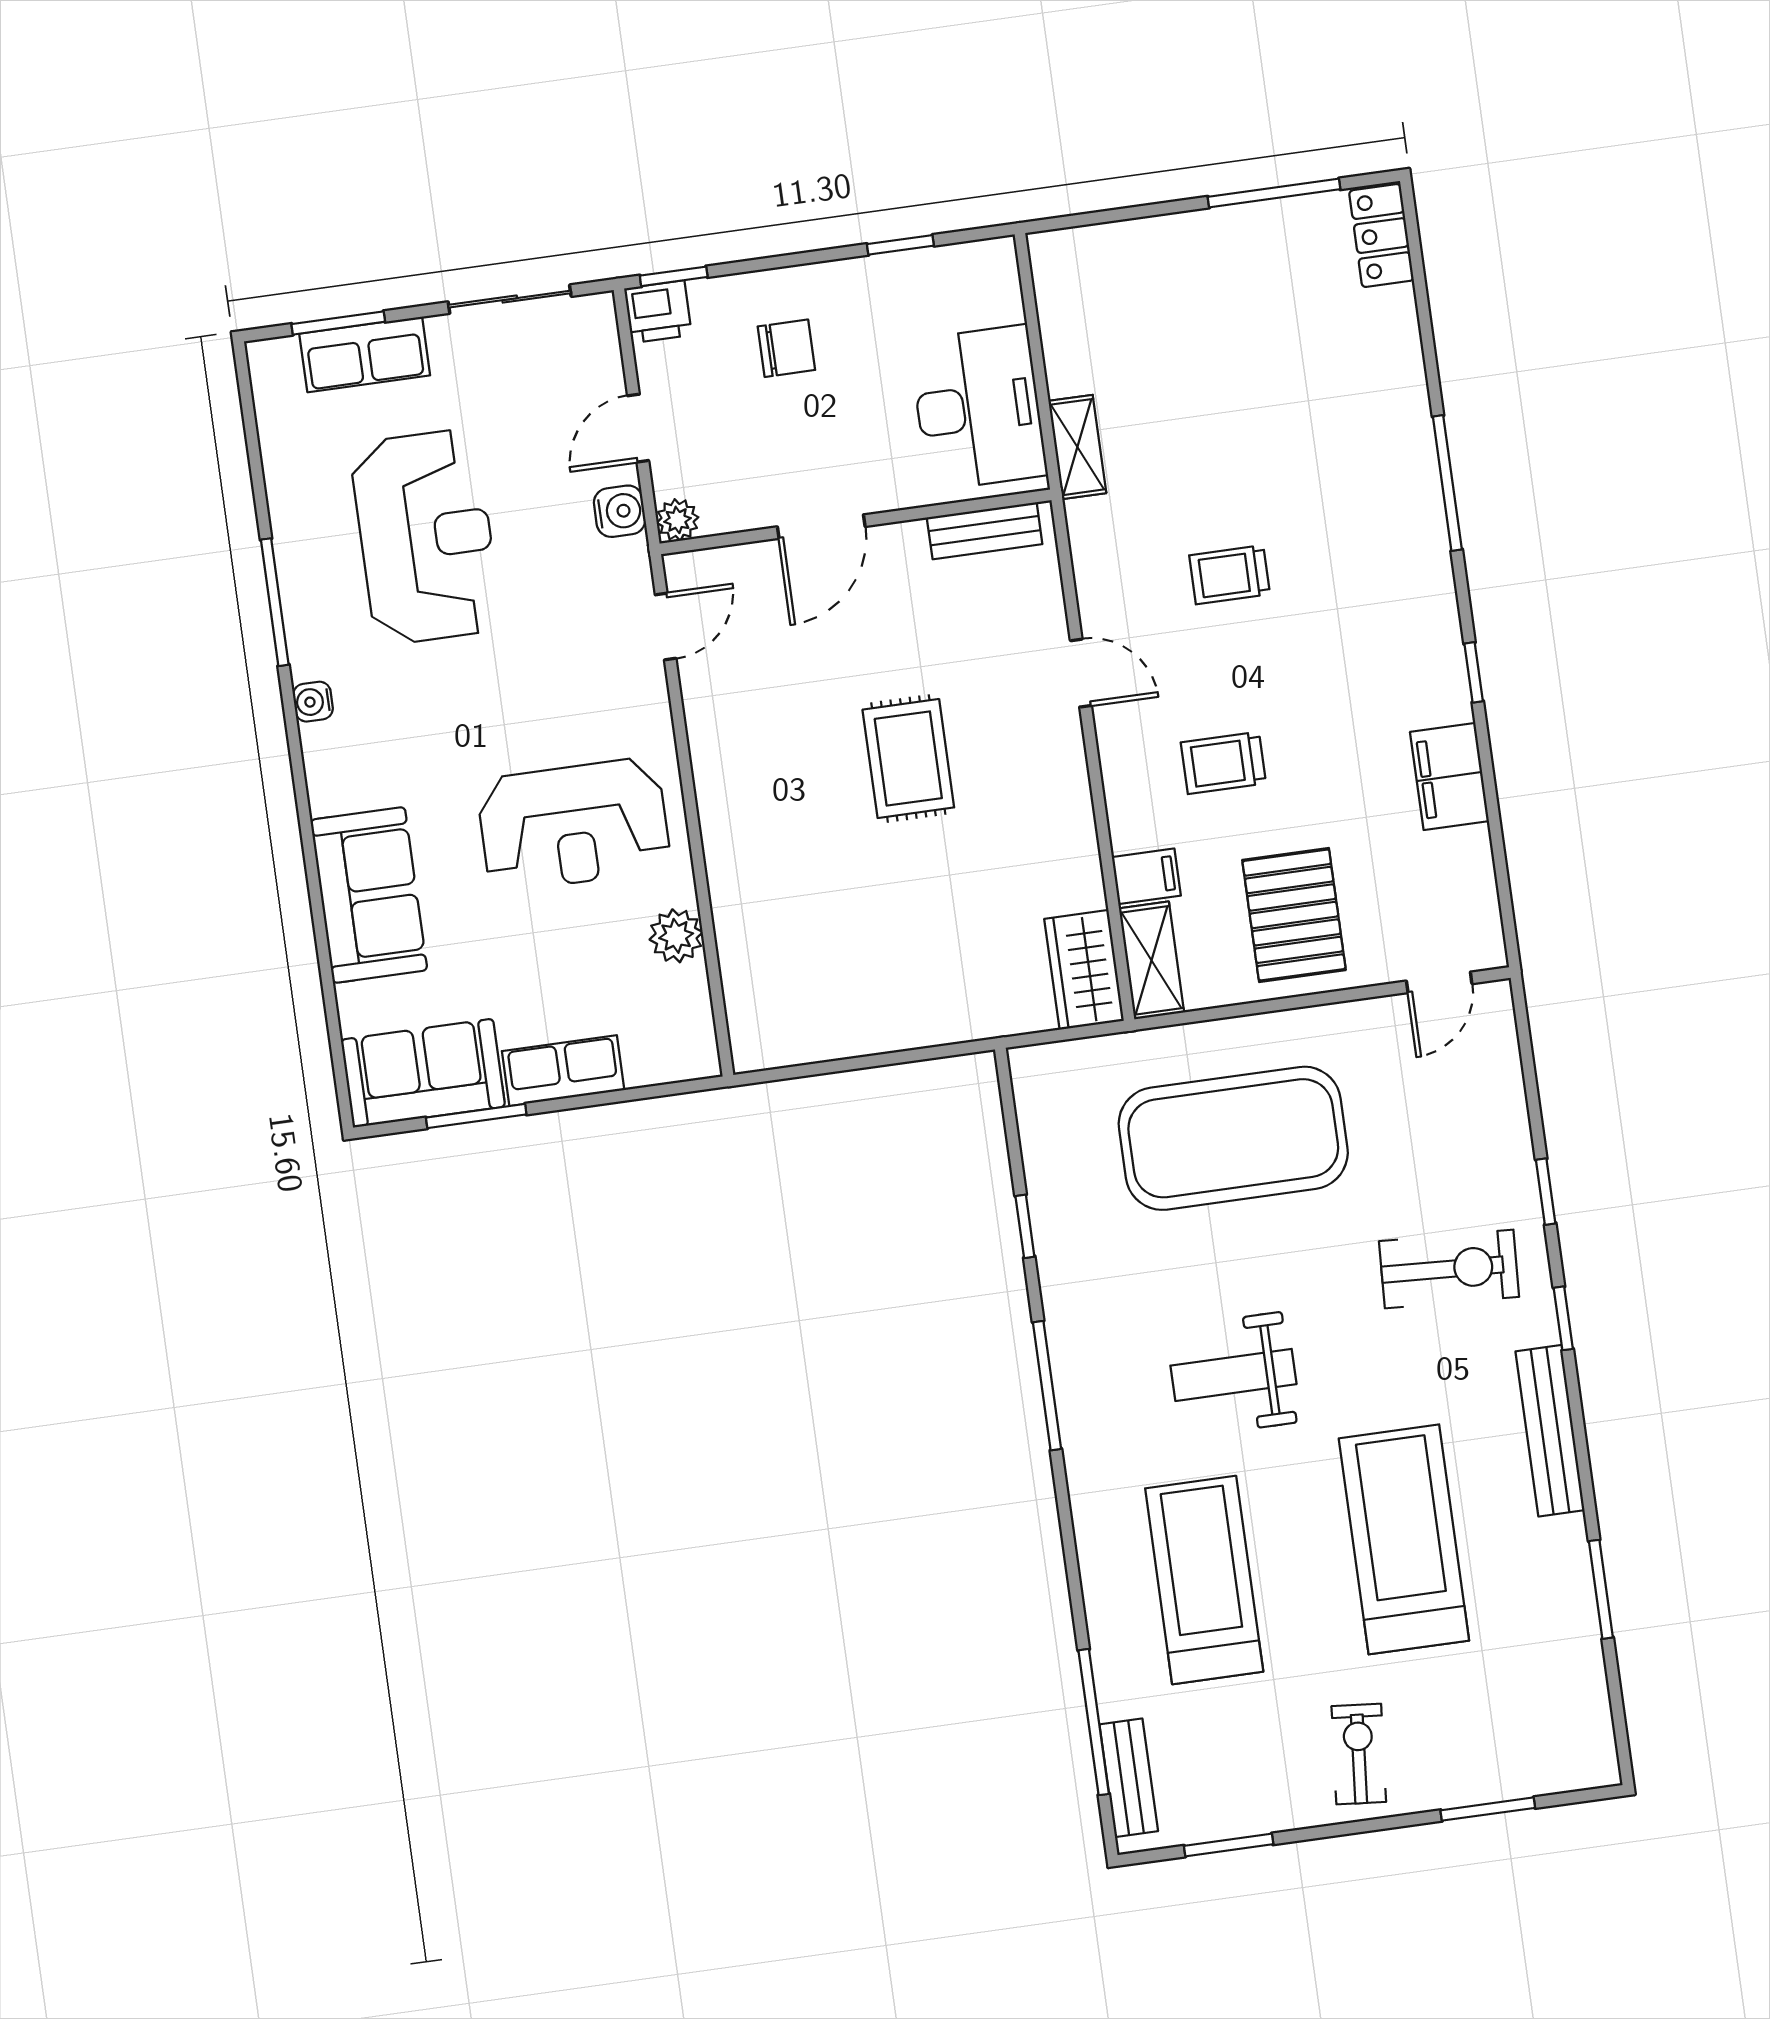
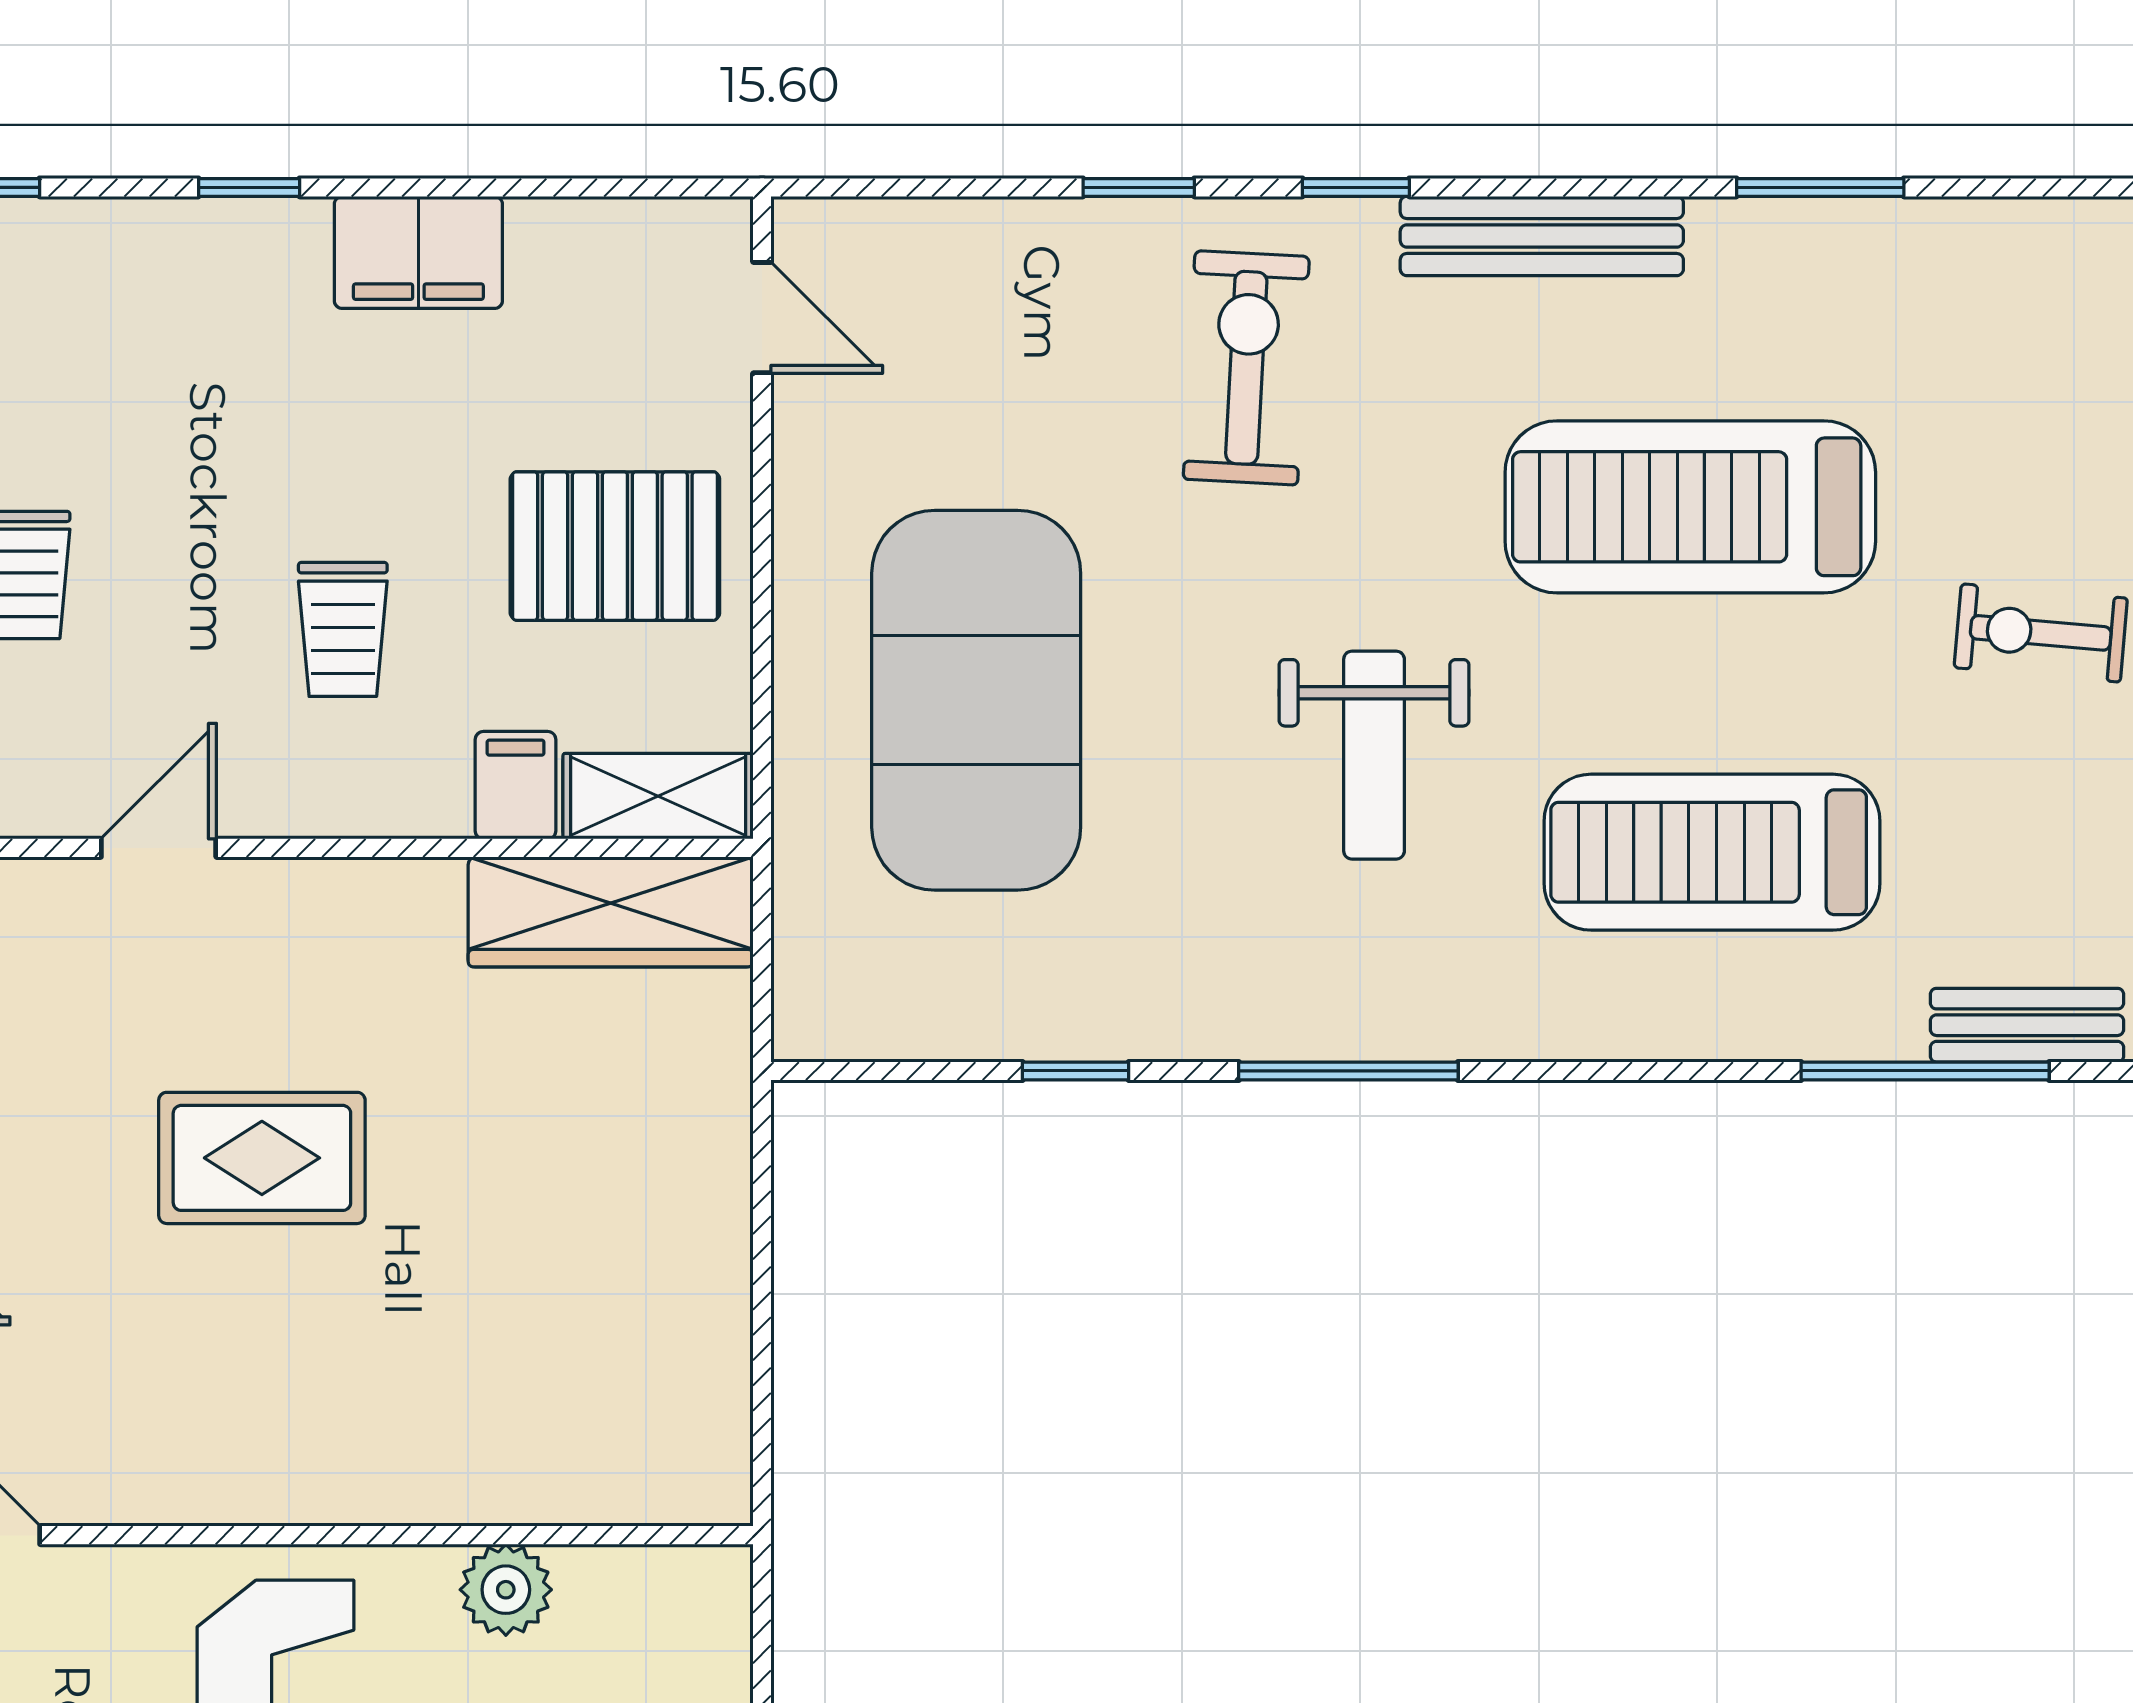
wardrobe: (1084, 970) -> (611, 912), width x1.50

